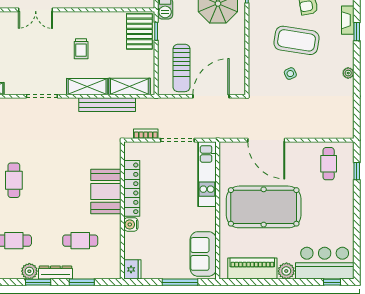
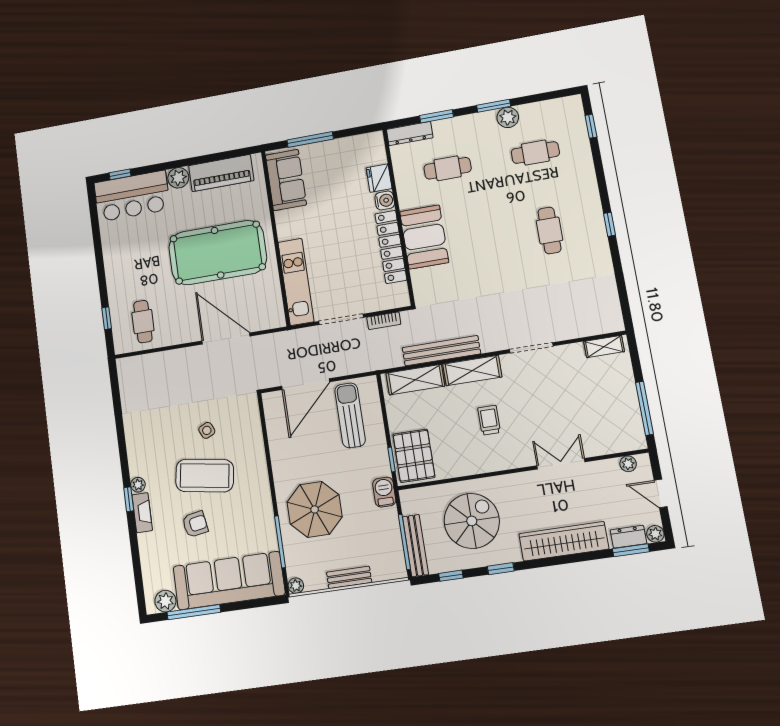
plant: (348, 73) -> (138, 485), moved
fridge: (132, 269) -> (379, 178), moved
dresser: (55, 273) -> (410, 134), moved

